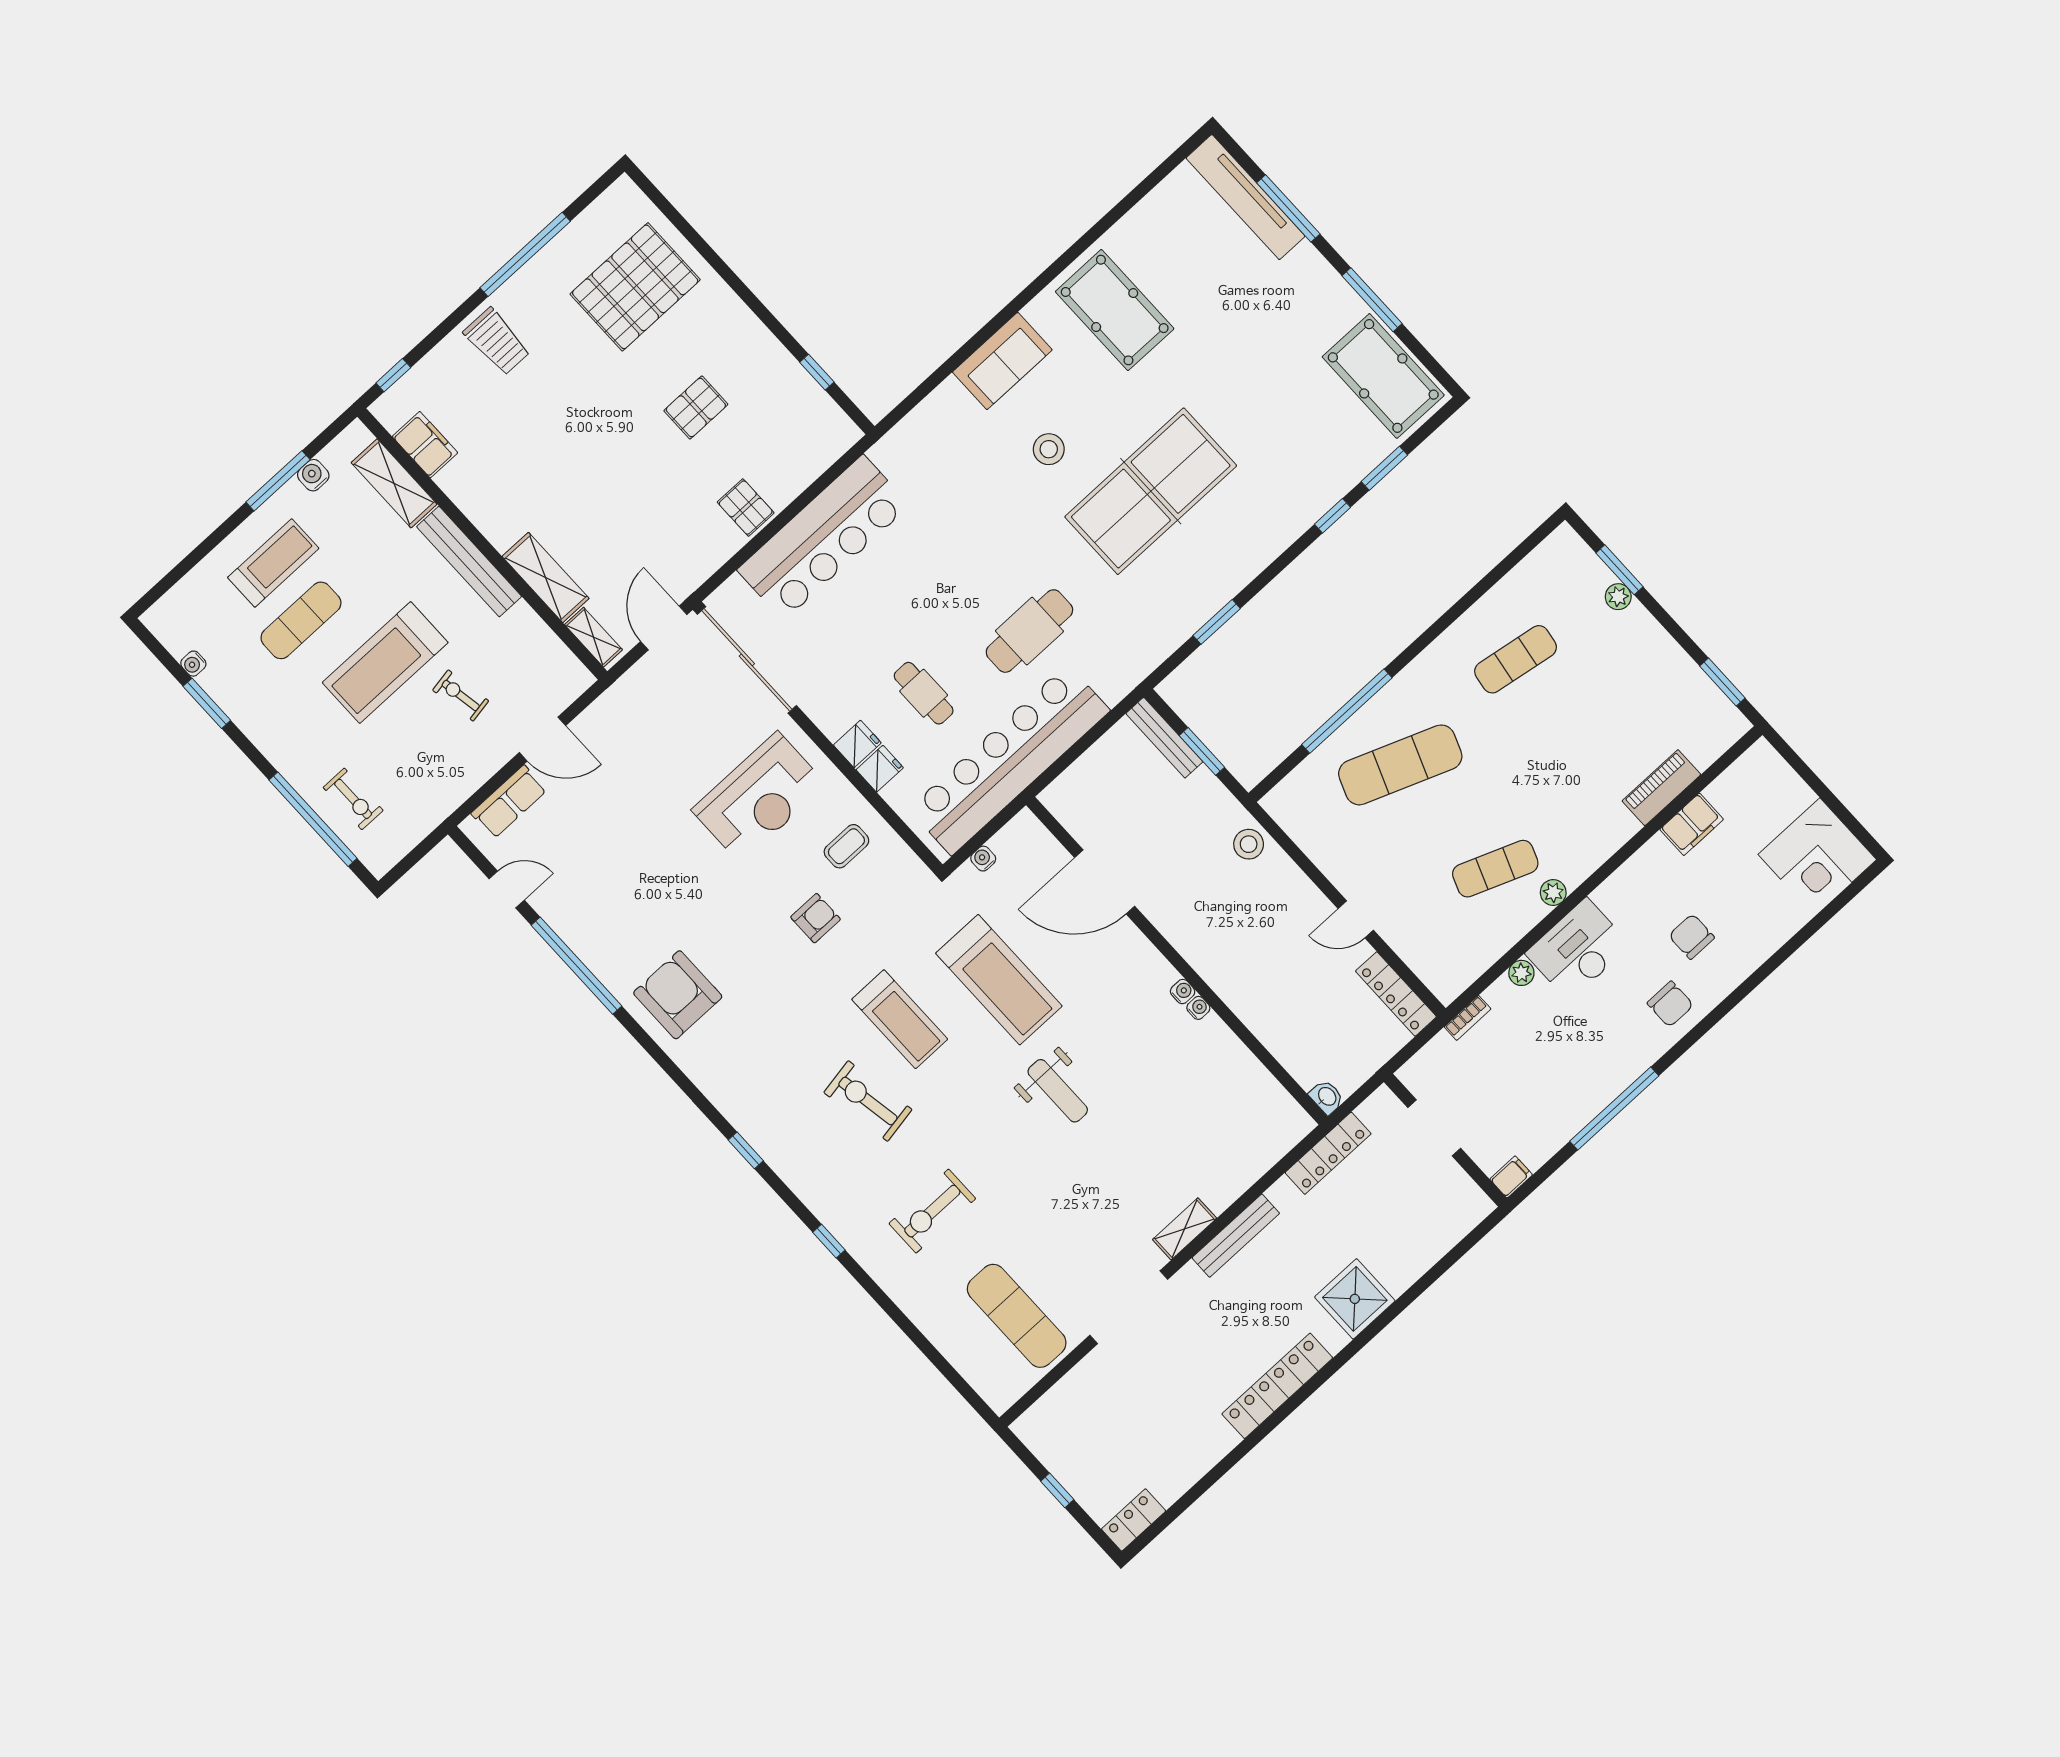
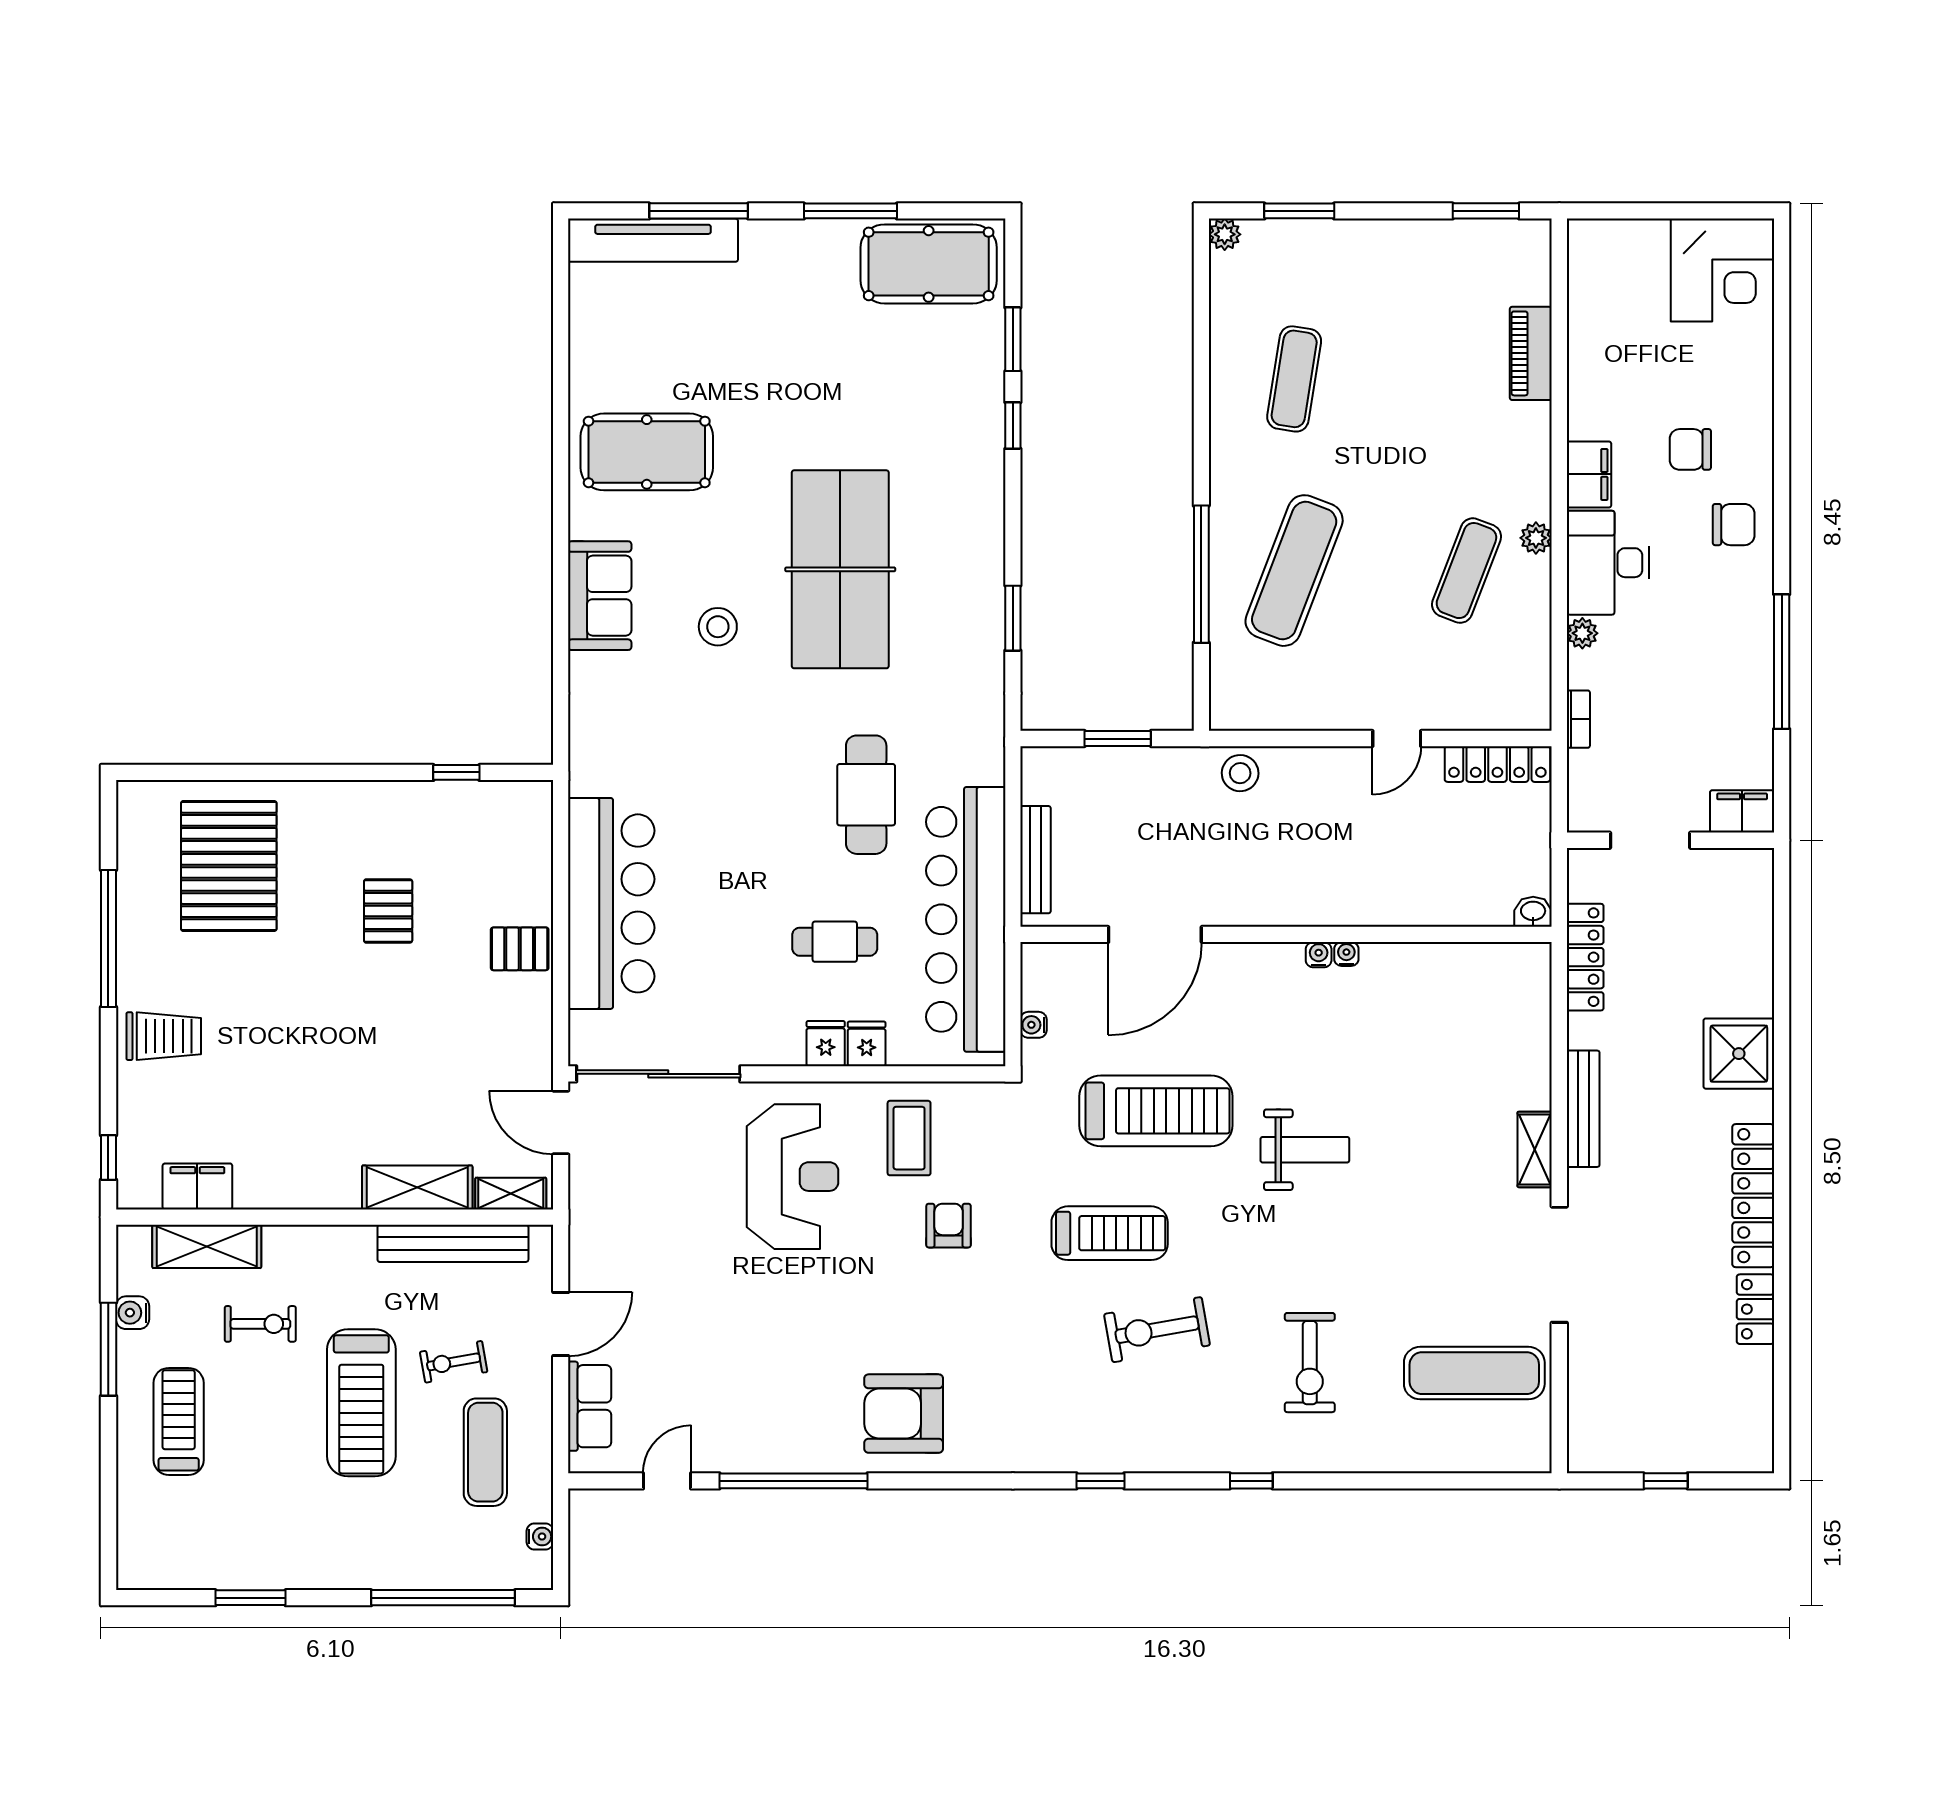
bench: (469, 562) -> (453, 1243), moved
plant: (1618, 597) -> (1225, 234), moved
exercise mat: (301, 620) -> (485, 1452), moved
water cooler: (193, 664) -> (540, 1537), moved, turned -90
bench: (1164, 738) -> (1035, 860), moved, turned 90
exercise bike: (353, 799) -> (260, 1324), moved
filing cabinet: (1692, 824) -> (1589, 474), moved
coffee table: (846, 846) -> (909, 1138), width x1.36, depth x1.30
filing cabinet: (1511, 1177) -> (1742, 811), width x2.00
locker: (1134, 1520) -> (1755, 1309), moved

